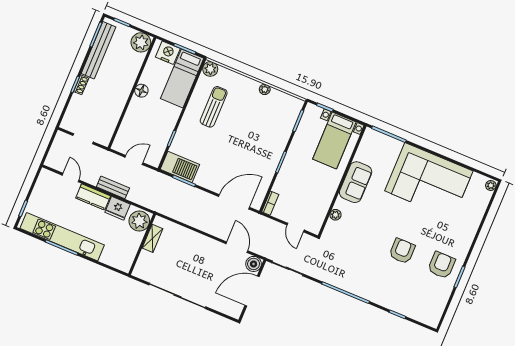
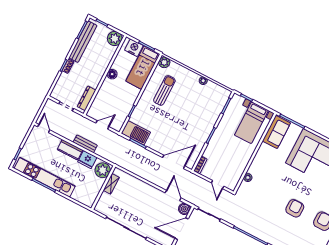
dresser: (110, 126) -> (87, 98), added
door: (71, 178) -> (44, 128), moved
sofa: (356, 182) -> (276, 132), moved

